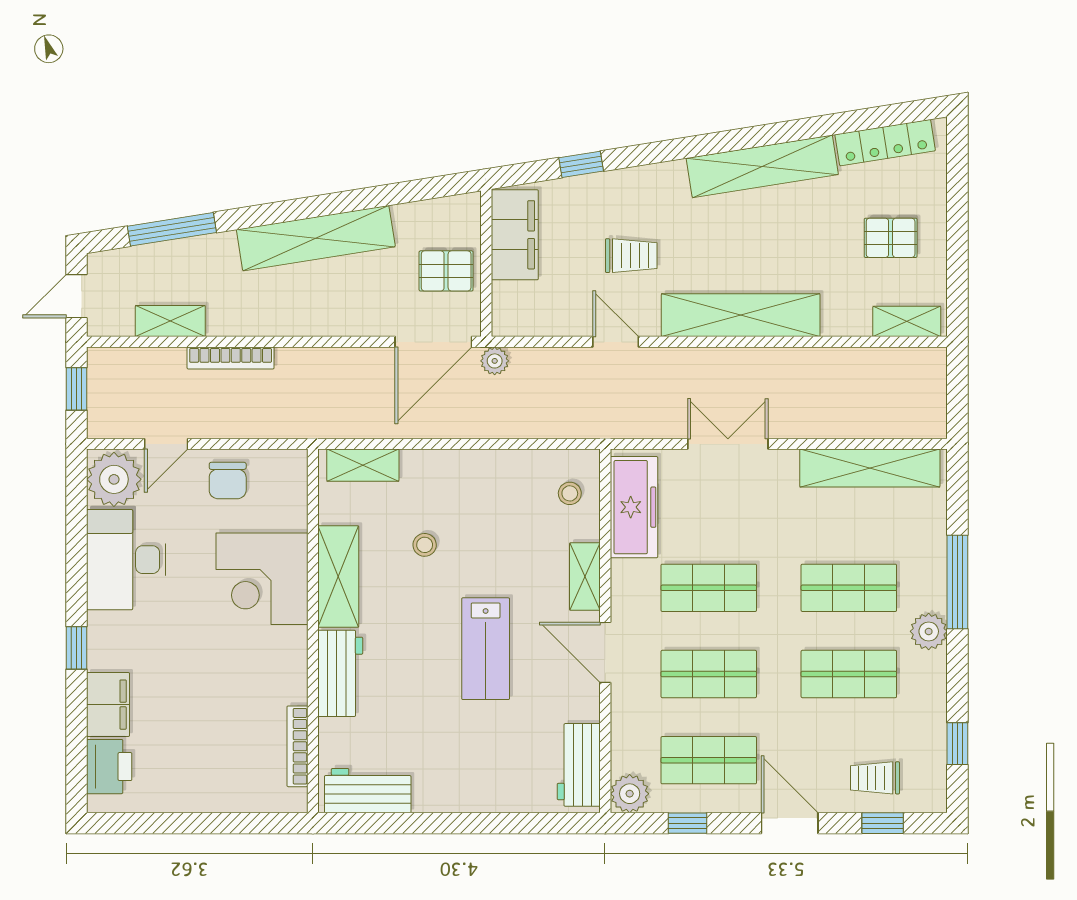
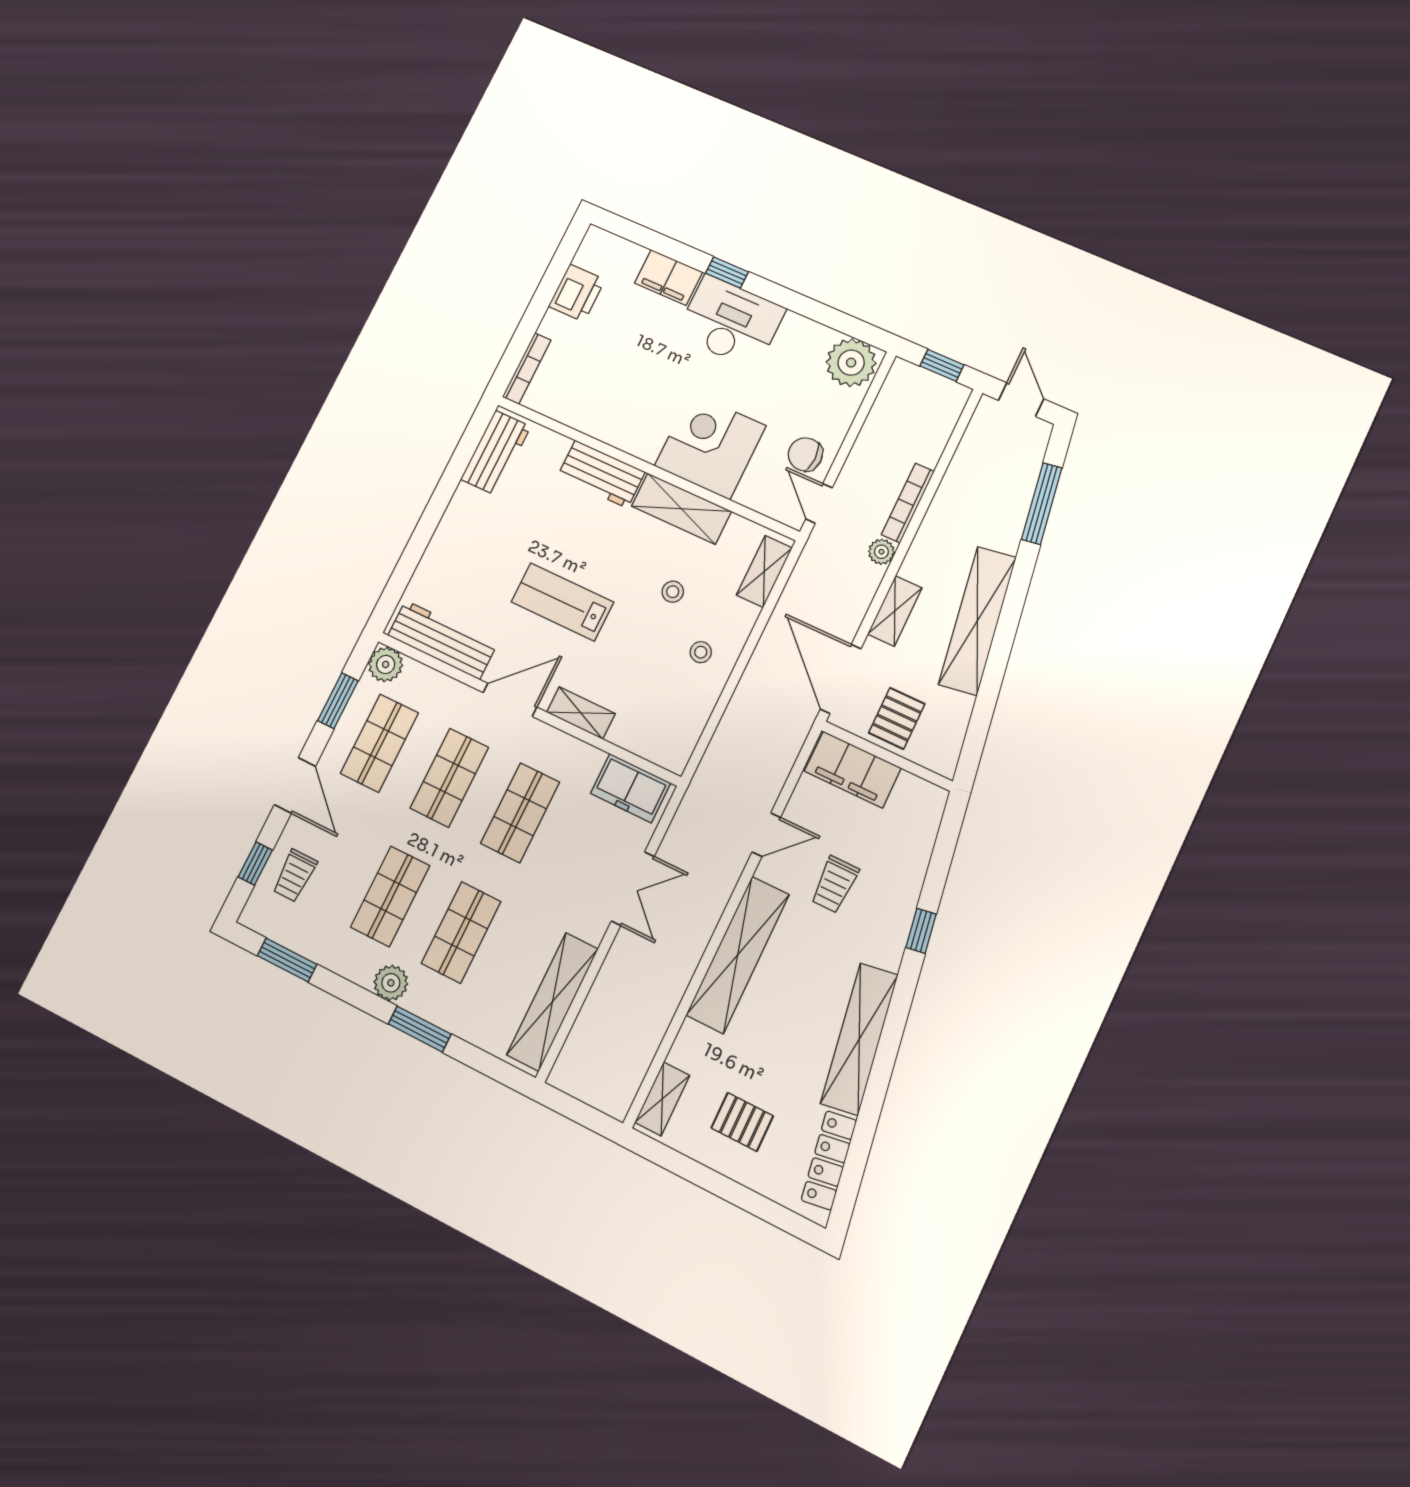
window: (581, 164) -> (921, 931), moved
filing cabinet: (515, 235) -> (853, 770), moved
pallet: (891, 238) -> (742, 1122), turned 90
shelving: (170, 321) -> (895, 611), moved
plant: (495, 361) -> (881, 552), moved
door: (166, 444) -> (819, 503), moved
stool: (570, 493) -> (701, 652), moved
freezer: (634, 507) -> (631, 788), width x0.71
desk: (126, 560) -> (730, 322), moved
window: (957, 582) -> (420, 1029), width x0.69
window: (957, 744) -> (287, 960), width x1.50
bookcase: (297, 746) -> (527, 368), moved, turned 90
workbench: (579, 765) -> (442, 640), width x1.38
printer: (109, 767) -> (577, 293), moved, turned -90
trolley: (875, 778) -> (295, 876), turned 180
window: (688, 823) -> (338, 701), width x1.50
door: (790, 823) -> (295, 785), hinge flipped

